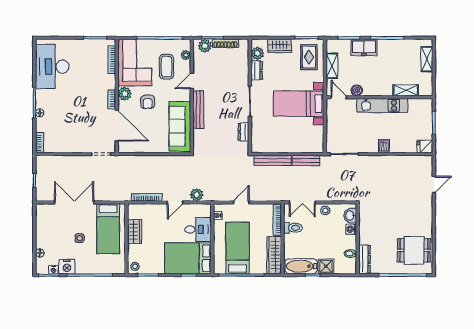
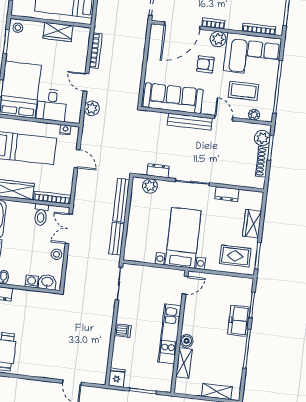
plant: (257, 53) -> (150, 186), moved
shelving: (332, 66) -> (222, 281), removed
boiler: (357, 90) -> (186, 341), moved

